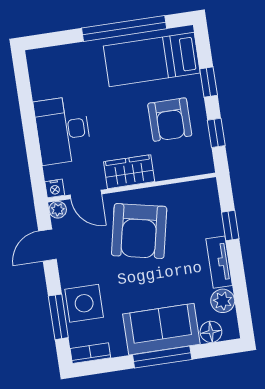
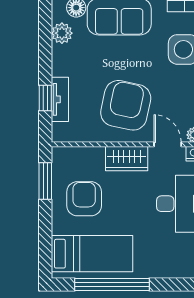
window: (209, 82) -> (45, 226), removed
window: (216, 133) -> (45, 181), width x1.50
tv unit: (219, 262) -> (60, 99), moved

